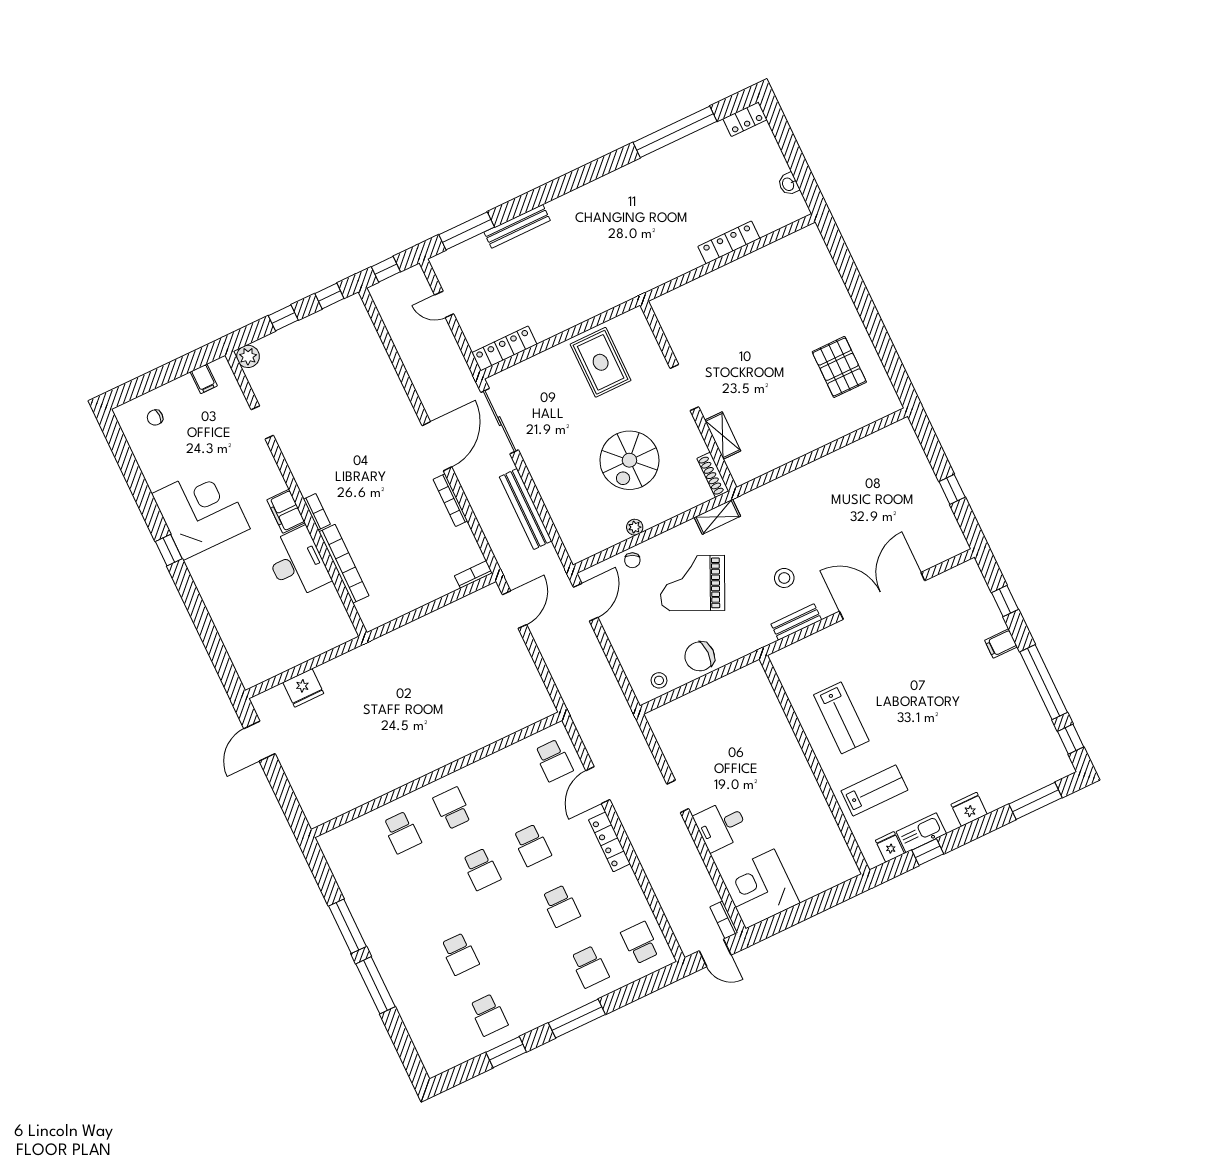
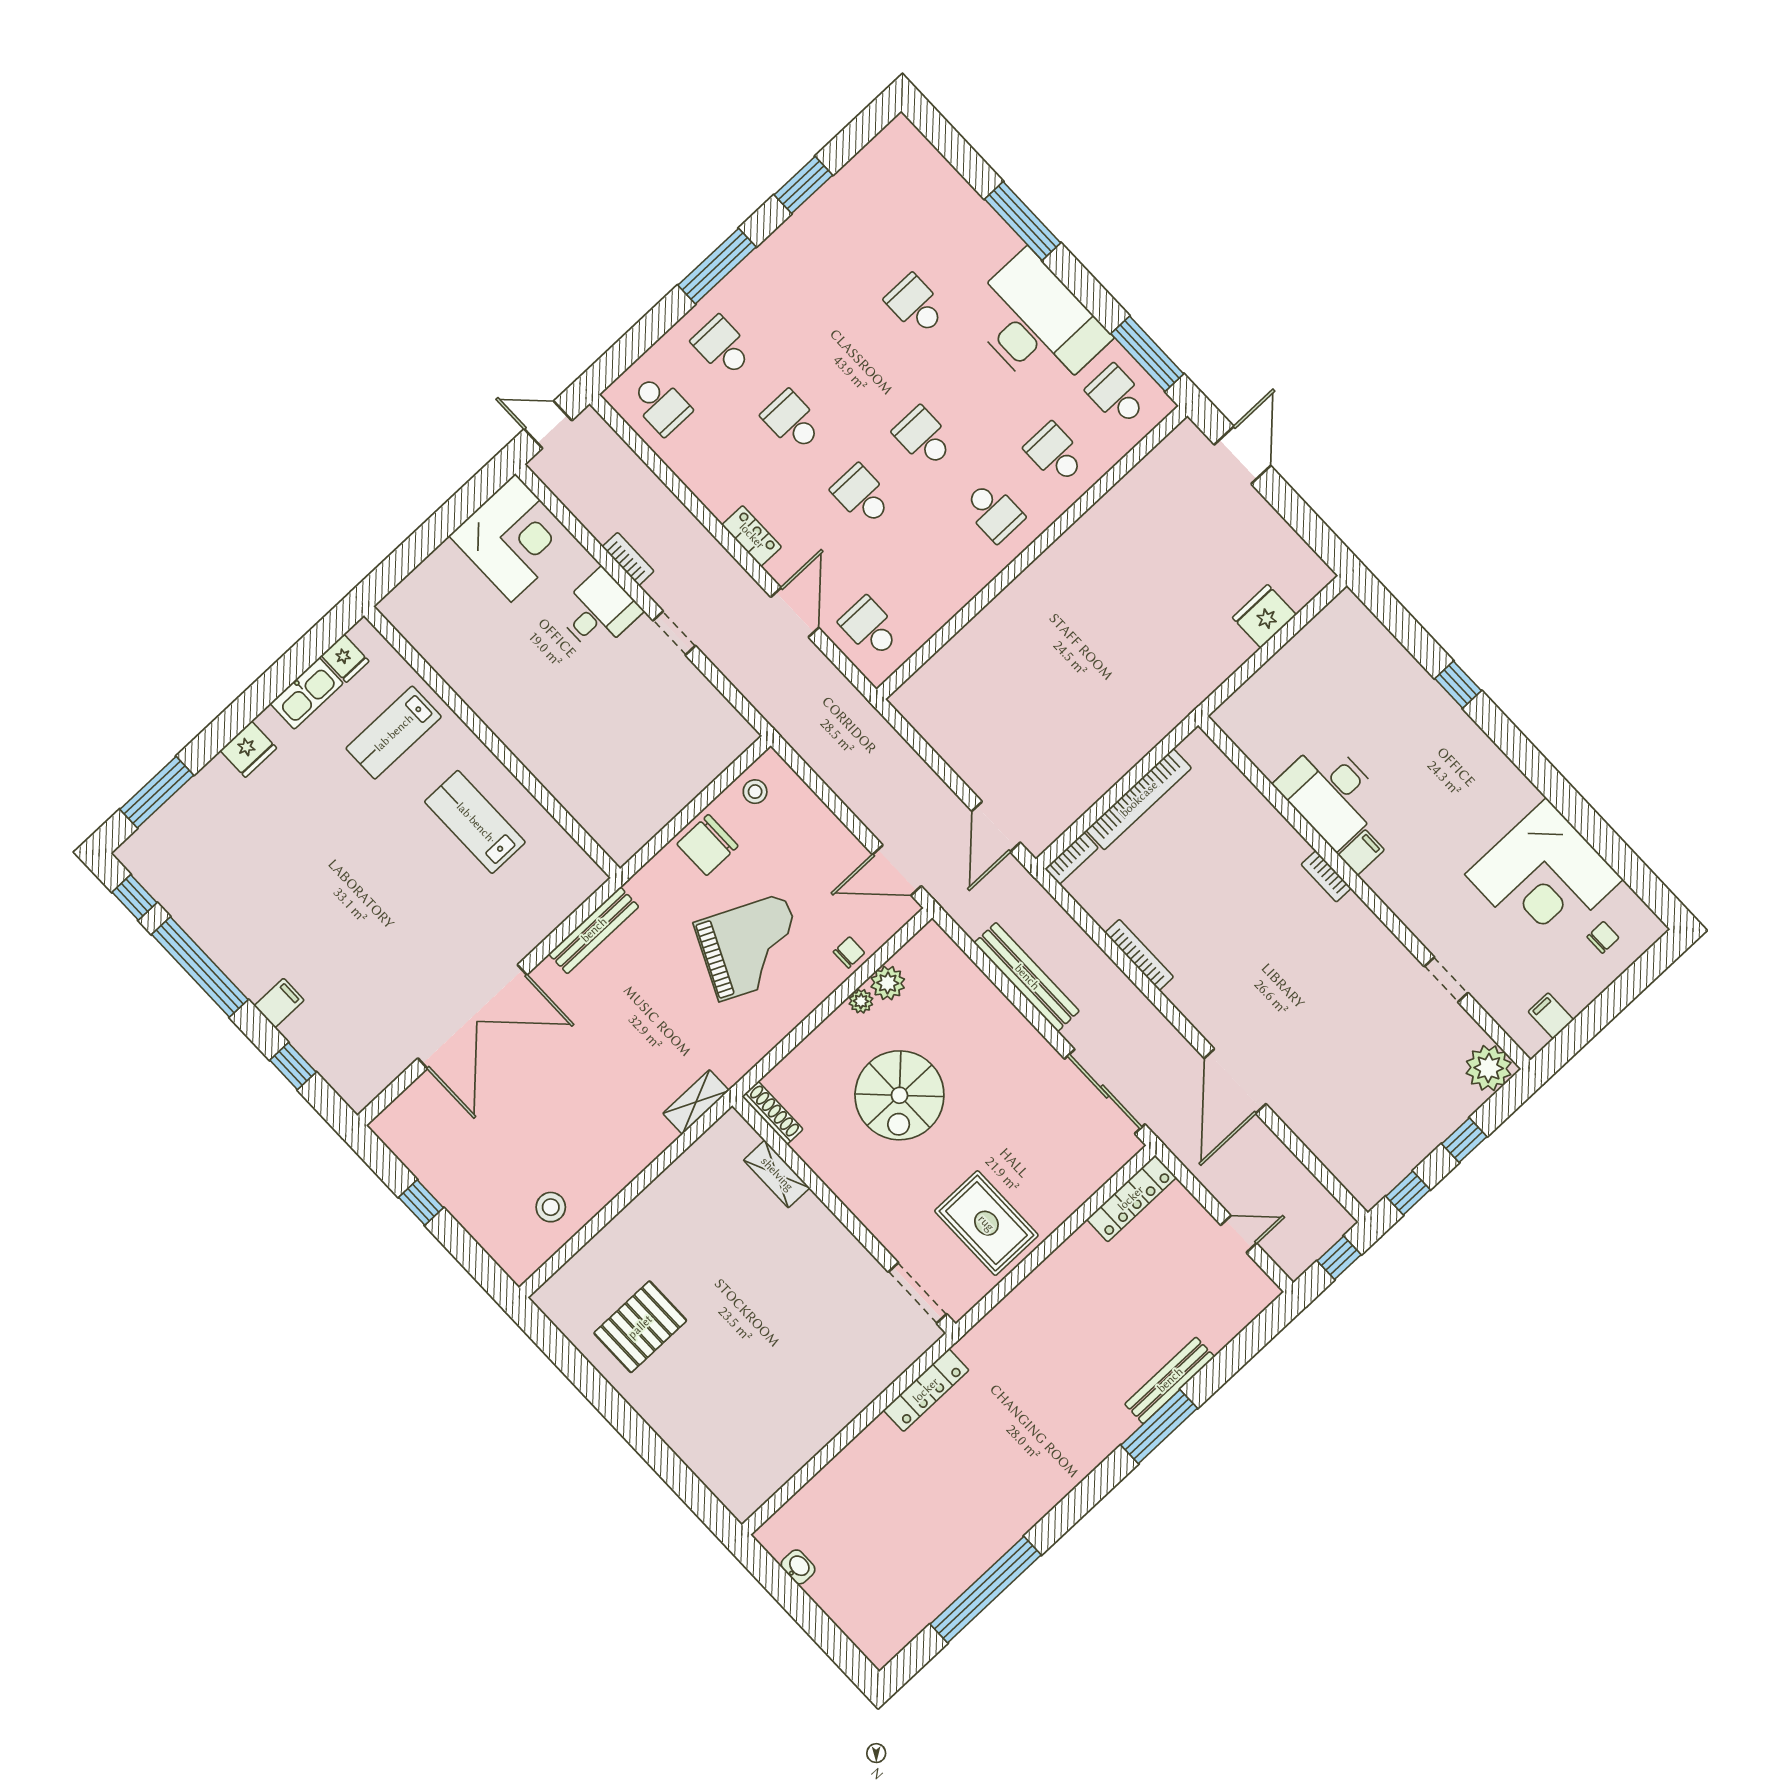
locker: (745, 119) -> (891, 1640), removed
window: (467, 231) -> (1159, 1427), moved
locker: (729, 242) -> (926, 1390), moved
plant: (248, 356) -> (1489, 1068), width x1.36, depth x1.36
pallet: (839, 367) -> (640, 1327), turned 90
doorway: (684, 388) -> (917, 1293), moved
door: (437, 446) -> (1235, 1081), moved
spiral stairs: (629, 460) -> (899, 1095), turned 180
corner desk: (201, 511) -> (1544, 877), moved
filing cabinet: (286, 511) -> (1361, 852), width x0.50
shelving: (717, 517) -> (696, 1102), moved
plant: (614, 533) -> (888, 983), added
window: (169, 550) -> (1458, 685), moved
chair: (632, 560) -> (849, 952), turned 64
bookcase: (344, 564) -> (1139, 799), moved, turned -90
stool: (784, 578) -> (551, 1207), moved
door: (586, 602) -> (897, 870), hinge flipped
bench: (796, 622) -> (594, 930), width x1.36
chair: (700, 656) -> (708, 845), turned 180
door: (260, 741) -> (1243, 455), moved
locker: (609, 842) -> (752, 536), width x0.66
window: (928, 852) -> (288, 669), removed
desk: (388, 918) -> (1036, 324), added
bookcase: (724, 920) -> (628, 559), moved
window: (347, 926) -> (1147, 354), moved
school desk: (489, 1015) -> (1117, 396), moved

